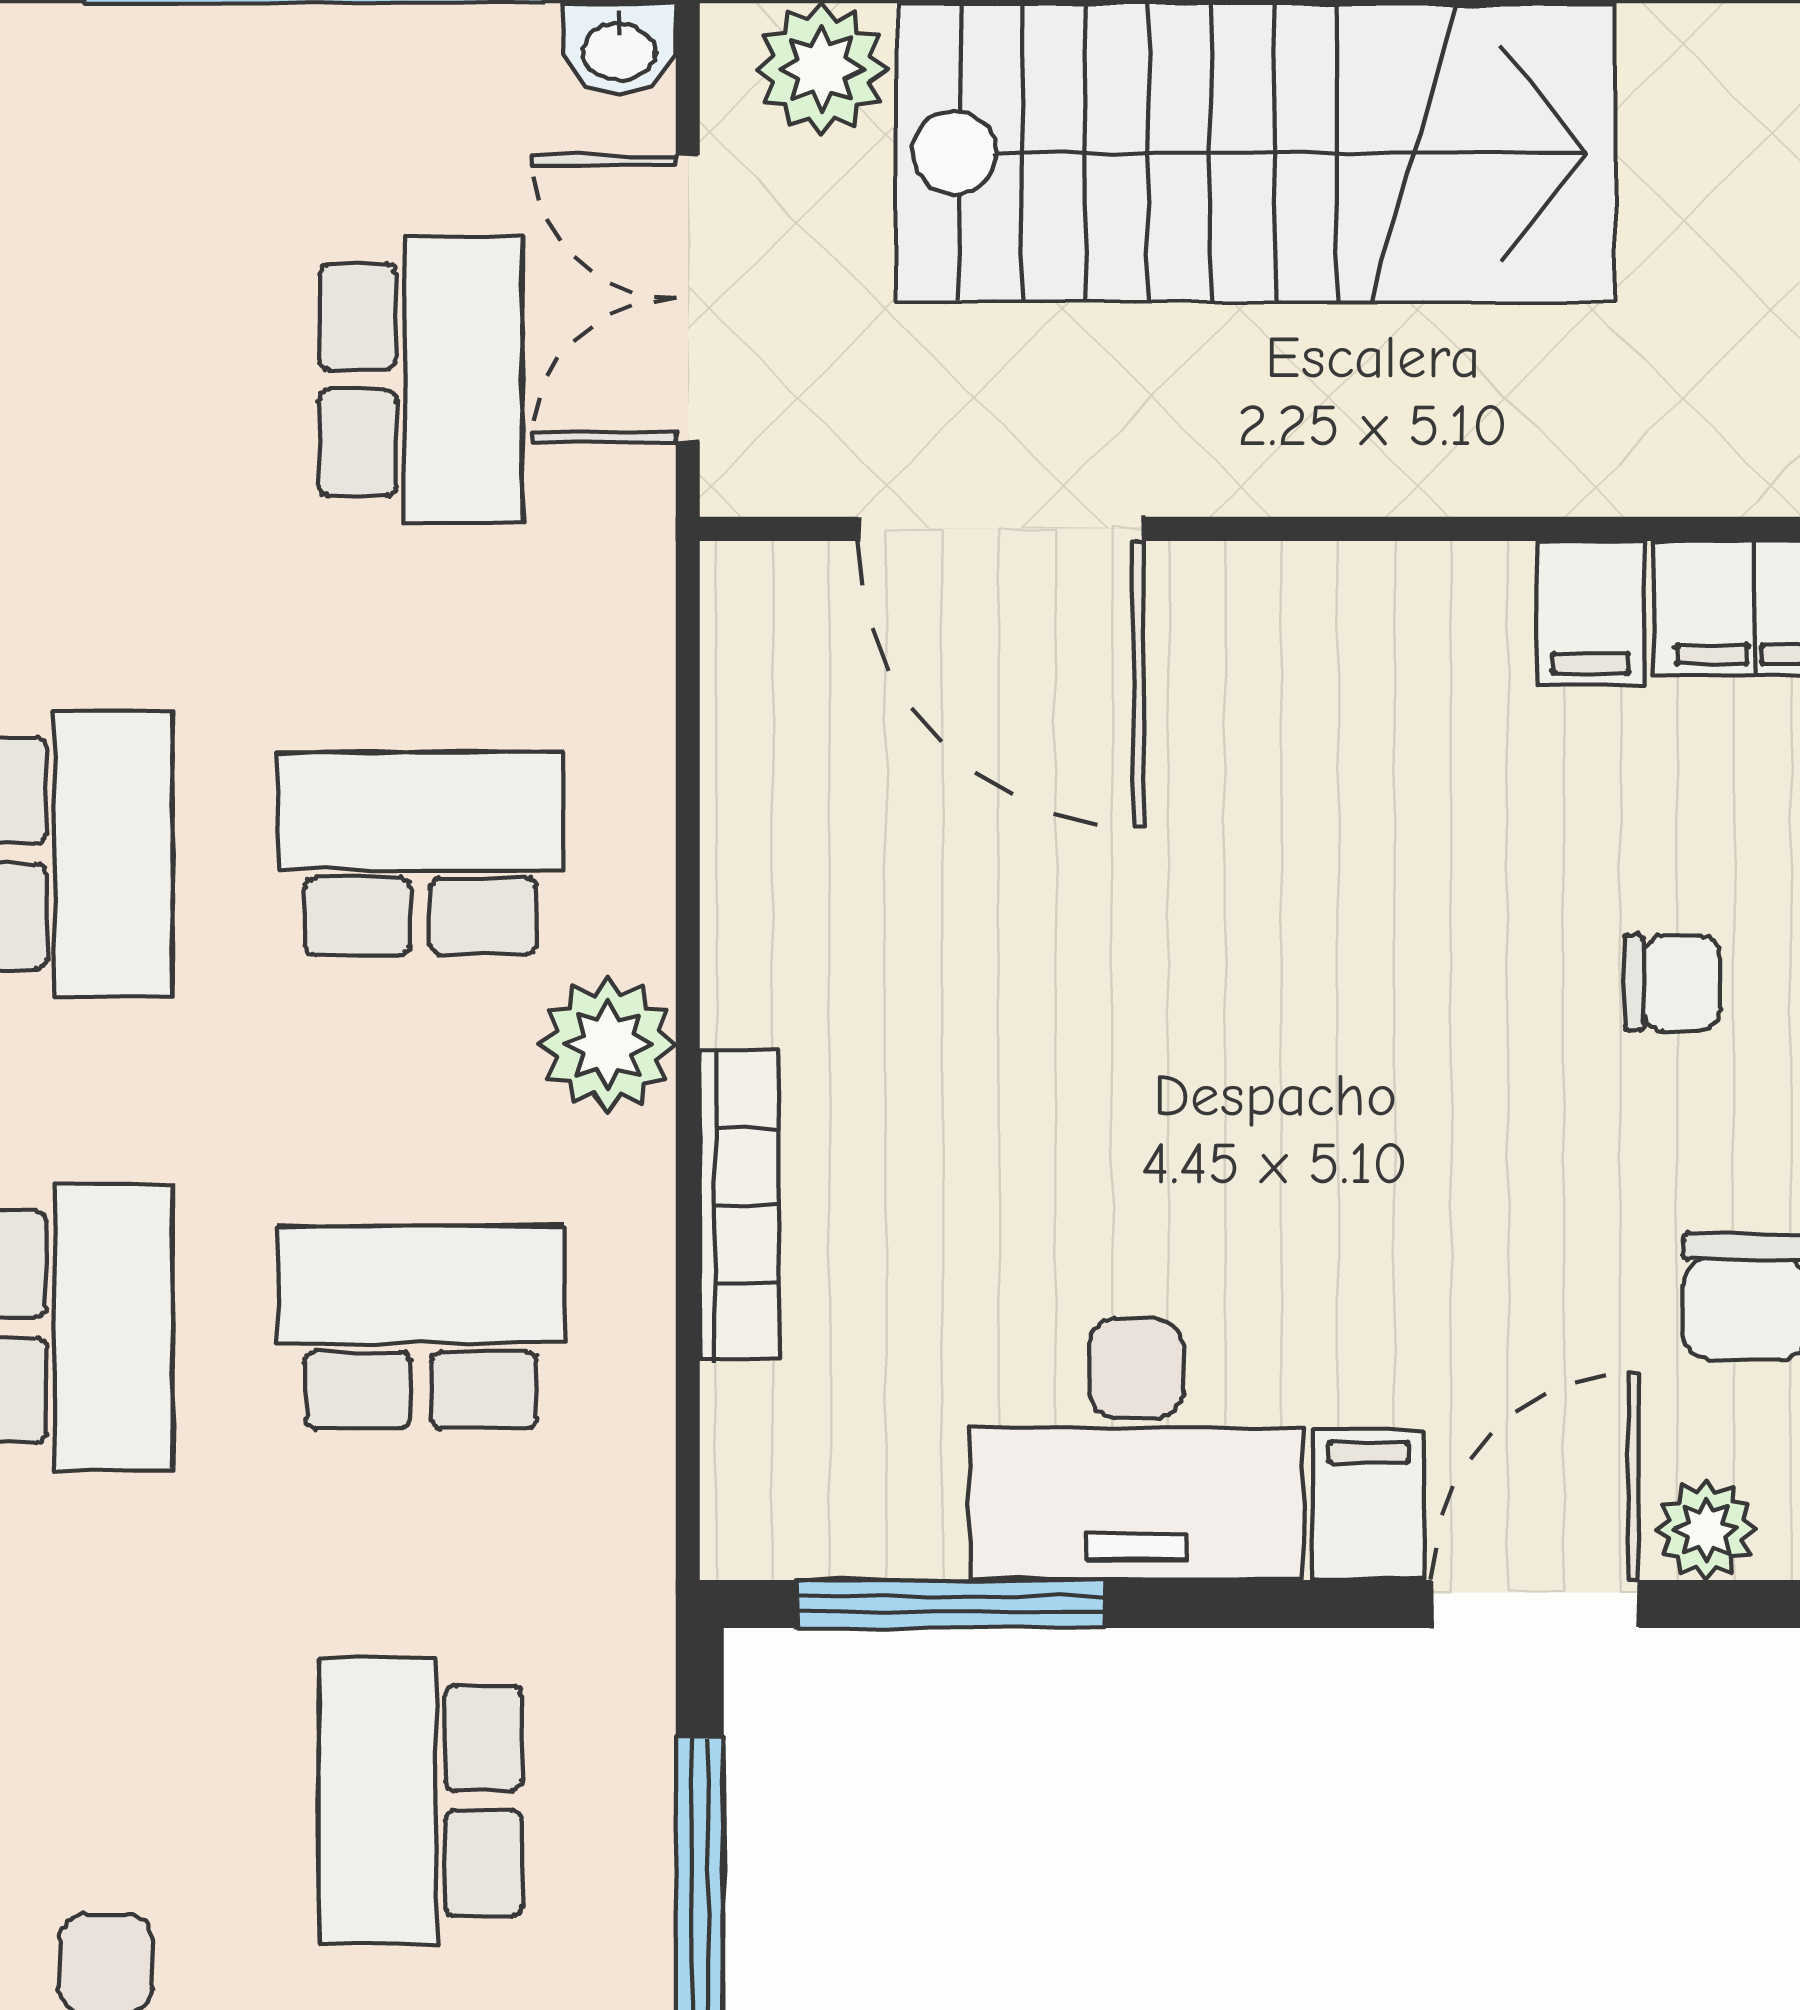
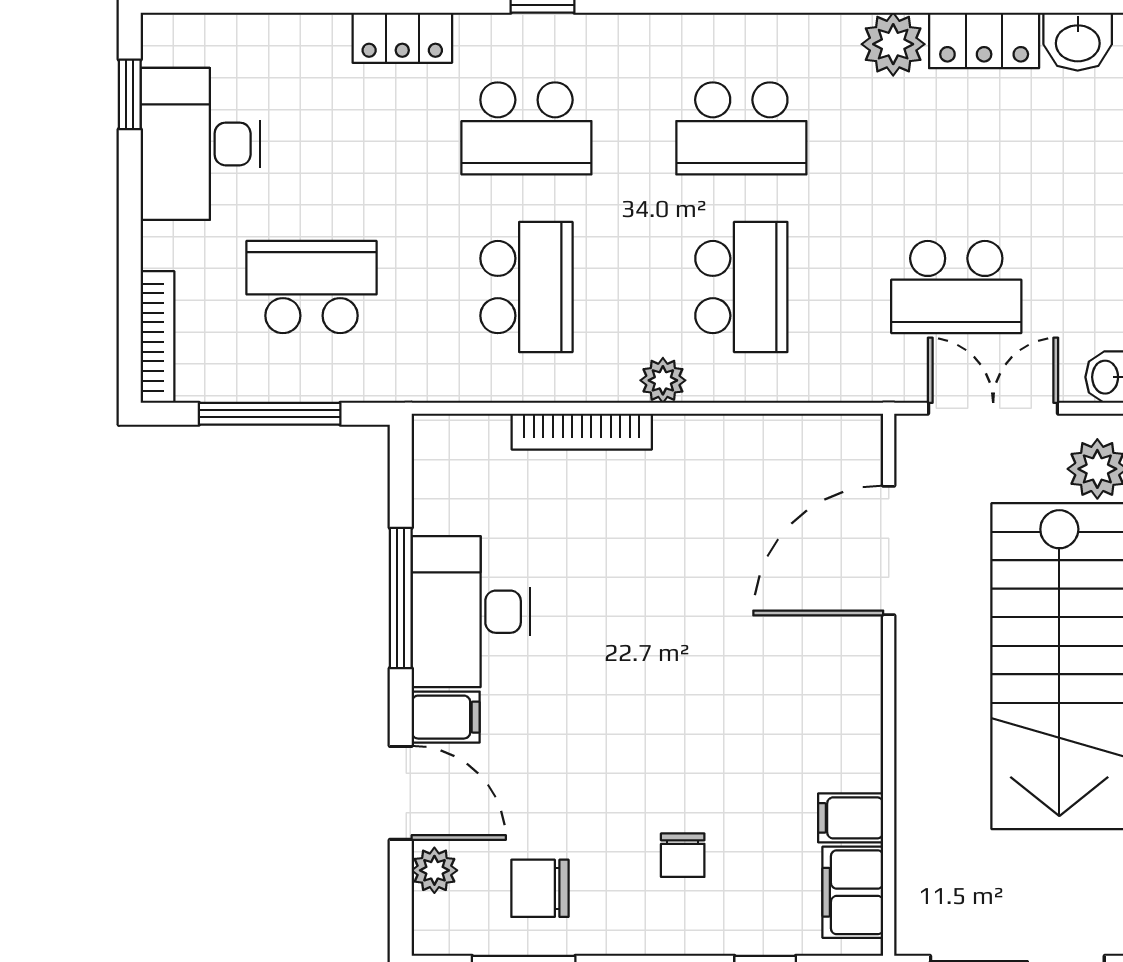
plant: (608, 1045) -> (663, 380), width x0.73, depth x0.73
window: (951, 1604) -> (401, 598), moved

